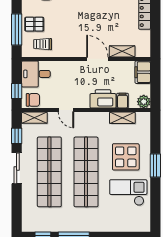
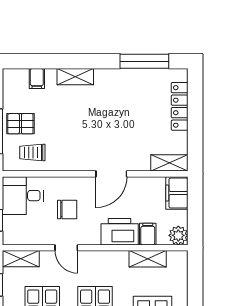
shelving: (122, 51) -> (169, 163), moved
door: (97, 59) -> (111, 174), swing flipped
chair: (33, 100) -> (67, 210), moved

